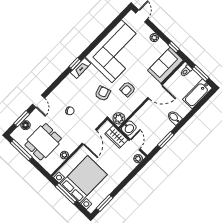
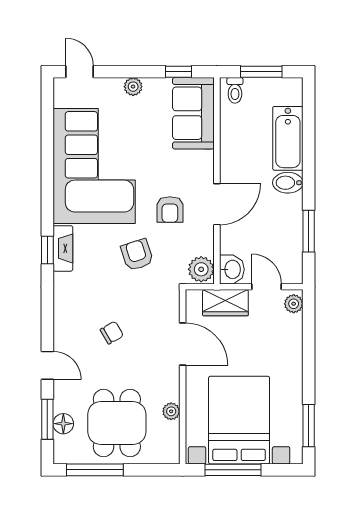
door: (155, 91) -> (217, 204), moved
bathtub: (197, 94) -> (288, 138), moved

